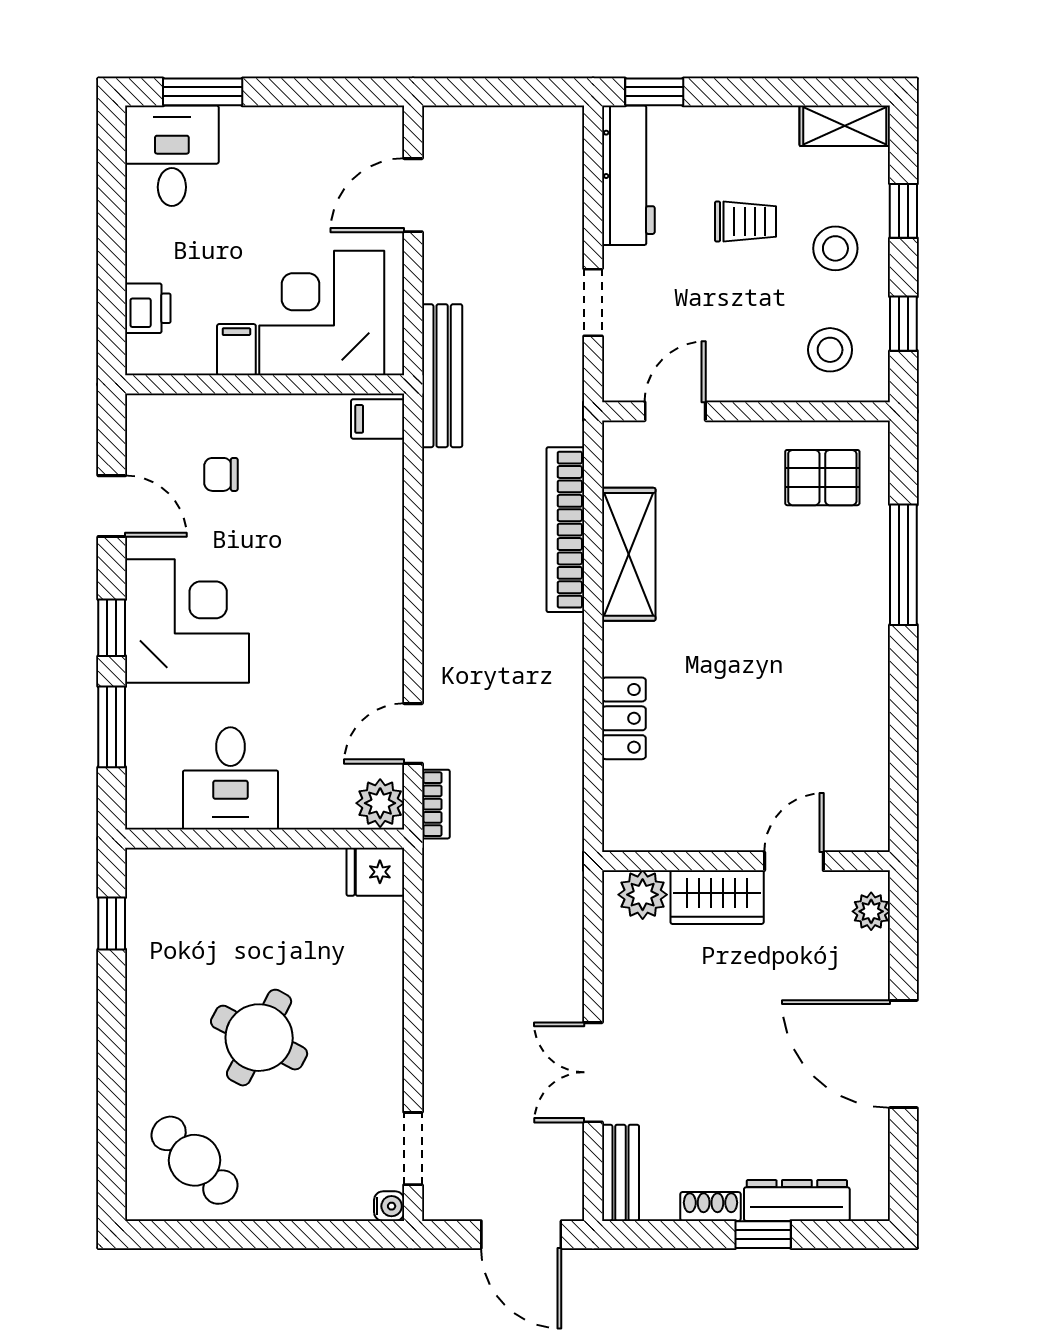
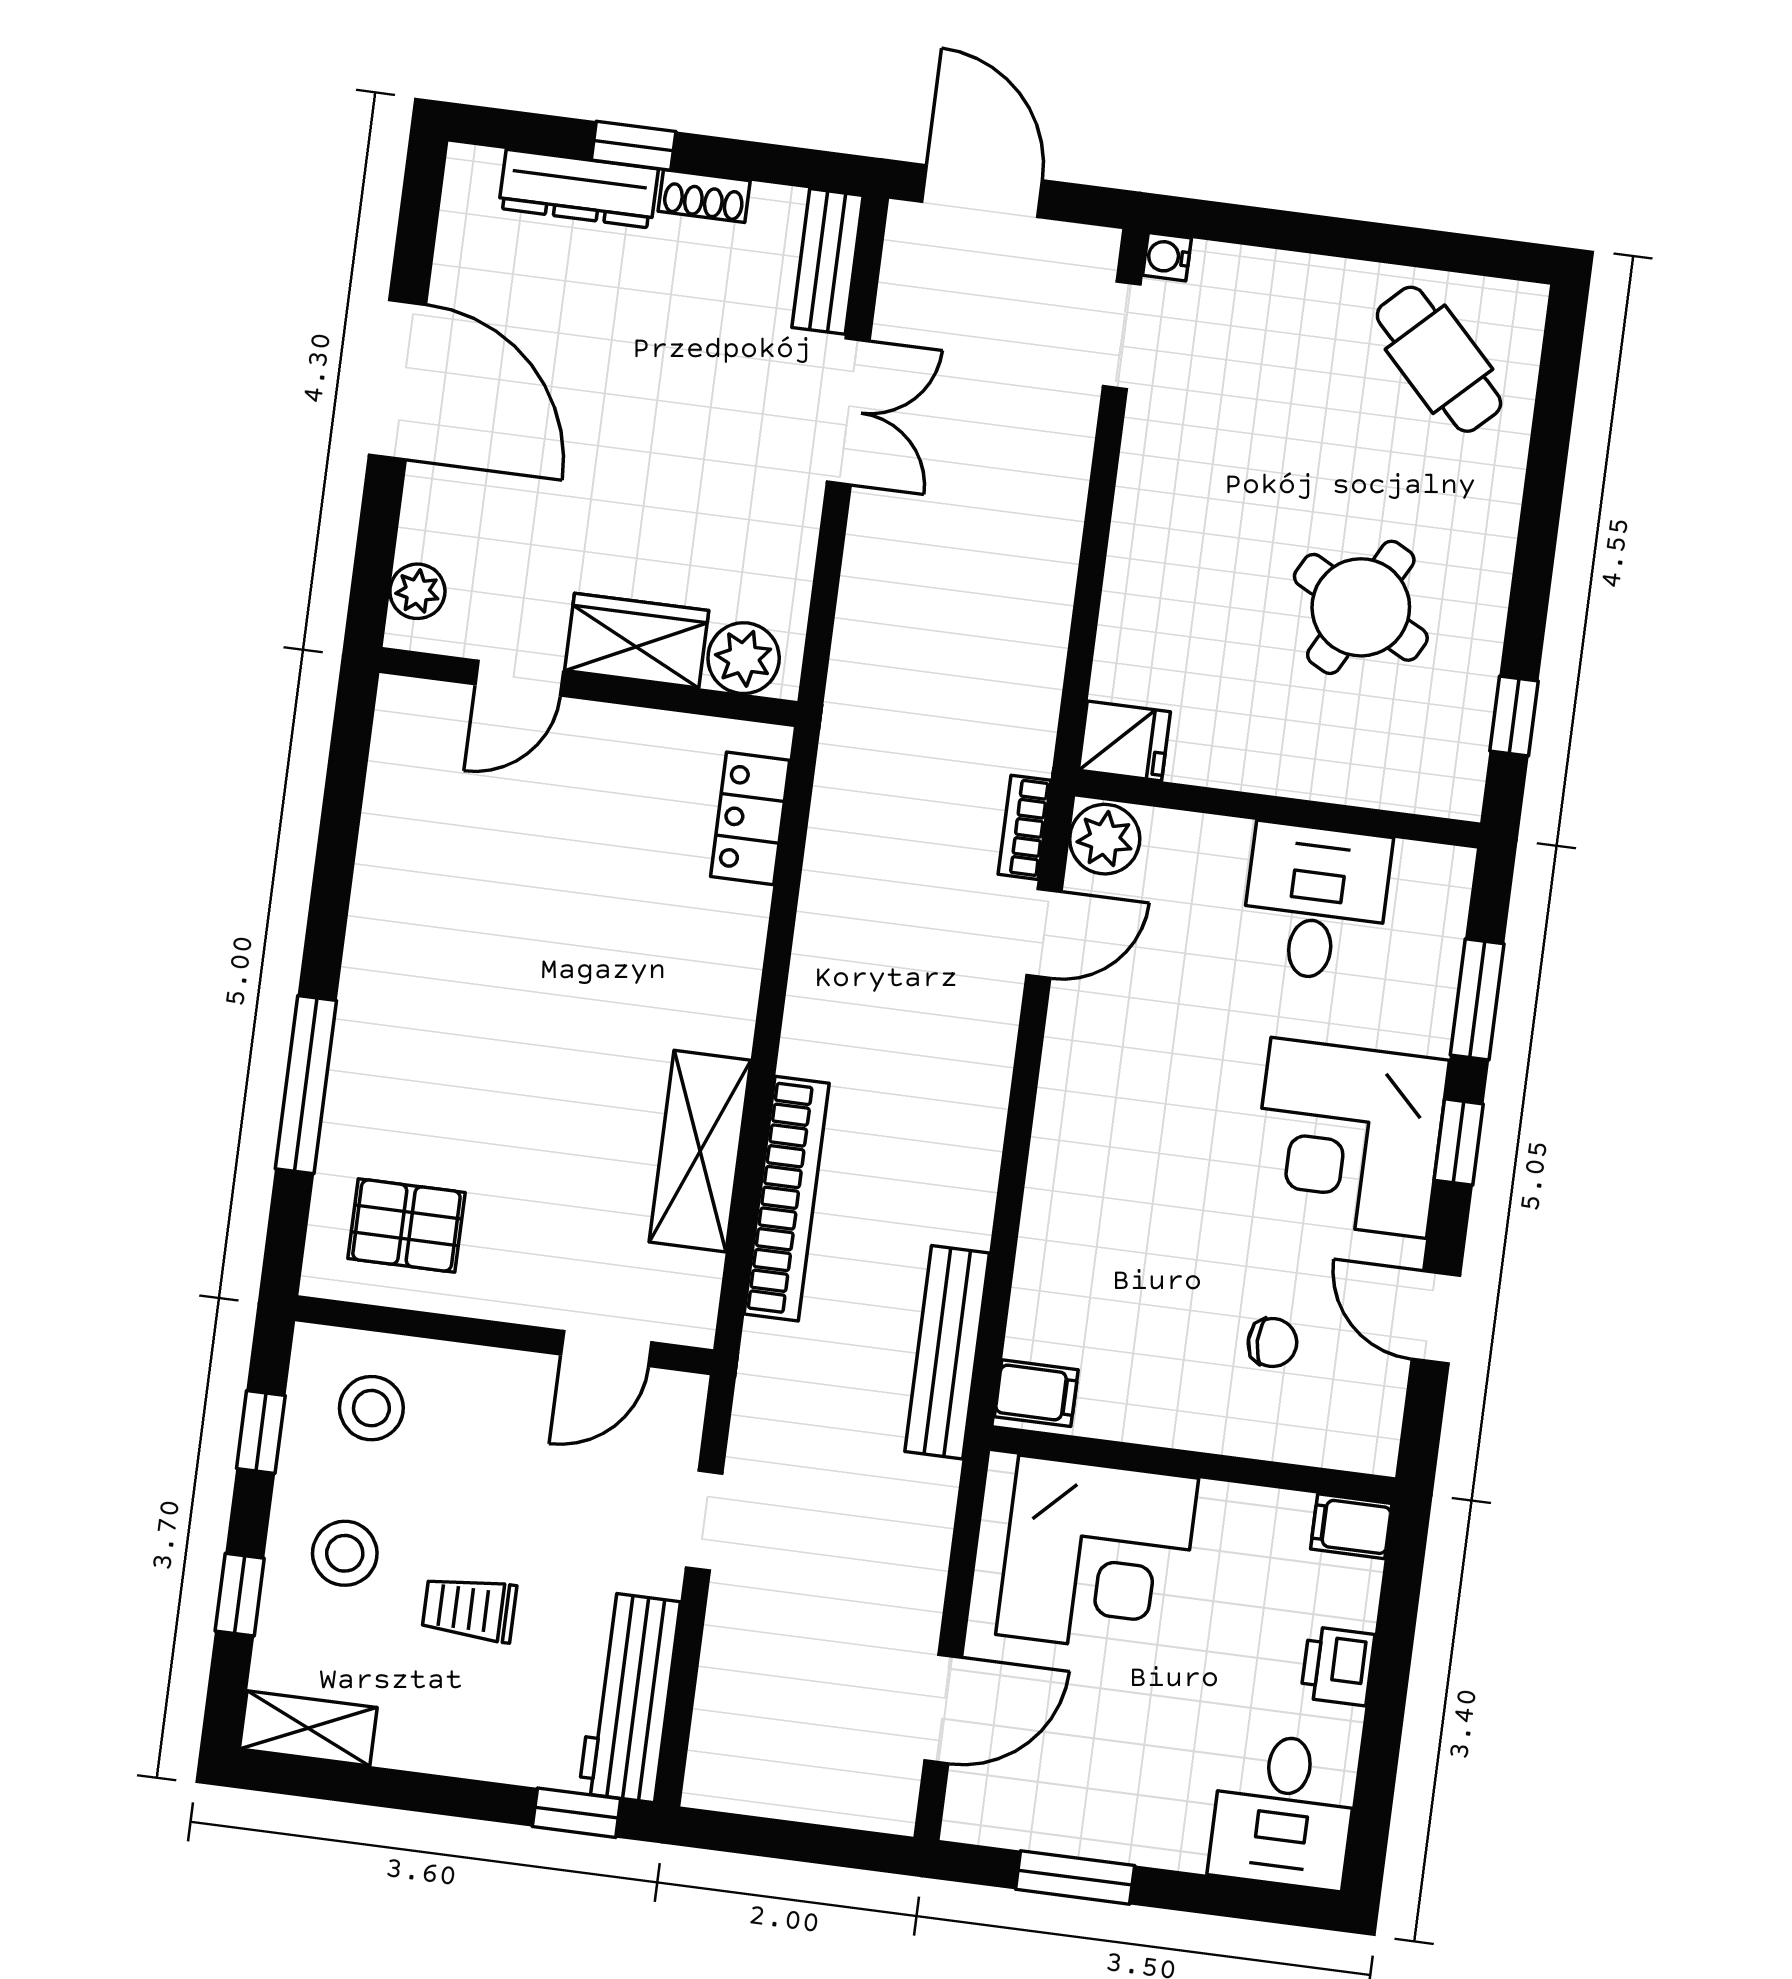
window: (203, 92) -> (1075, 1877), moved
printer: (148, 308) -> (1338, 1666), moved
filing cabinet: (236, 350) -> (1351, 1526), moved, turned 90
bench: (442, 376) -> (947, 1352), moved
locker: (624, 718) -> (750, 818), moved
round table: (259, 1038) -> (1361, 607), moved

